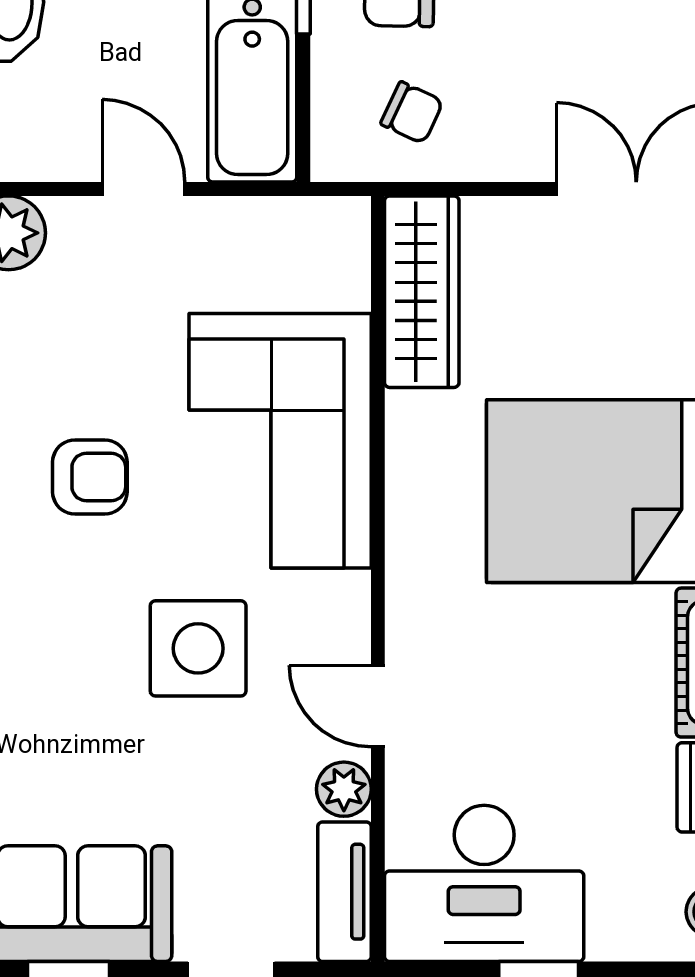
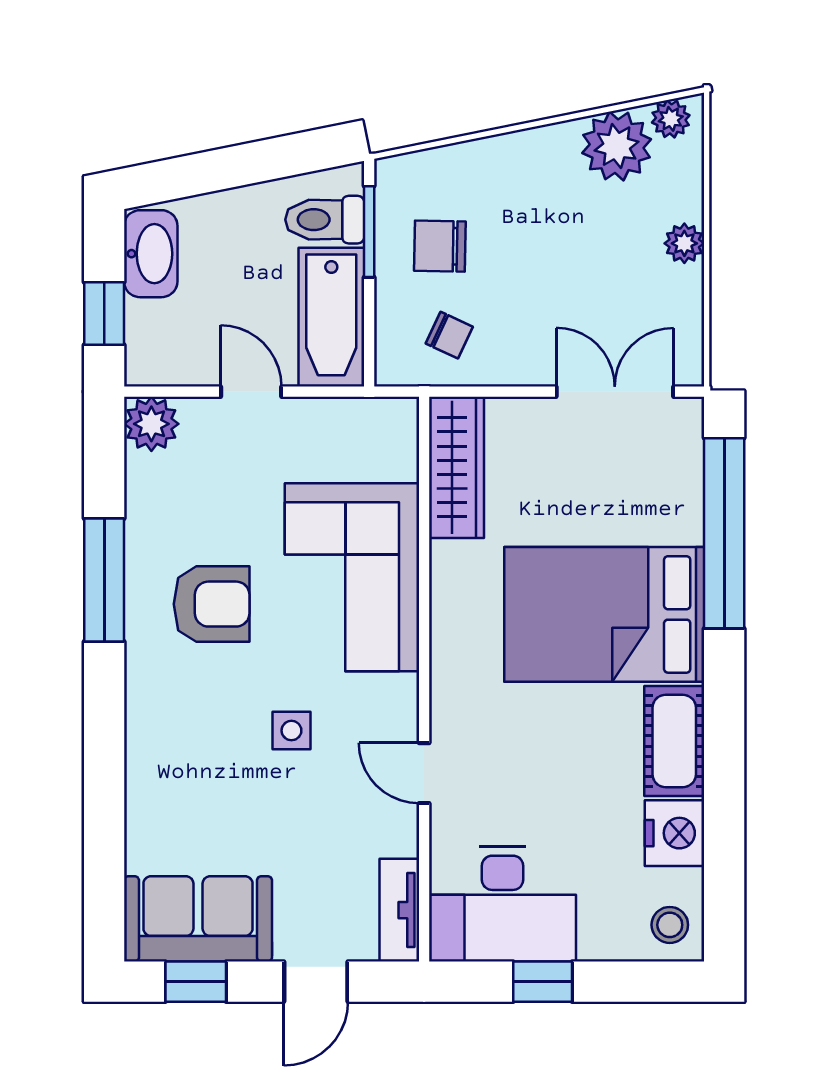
armchair: (90, 477) -> (212, 604), width x1.38, depth x1.38
side table: (198, 648) -> (291, 731), width x0.54, depth x0.54
plant: (344, 789) -> (399, 834), removed

